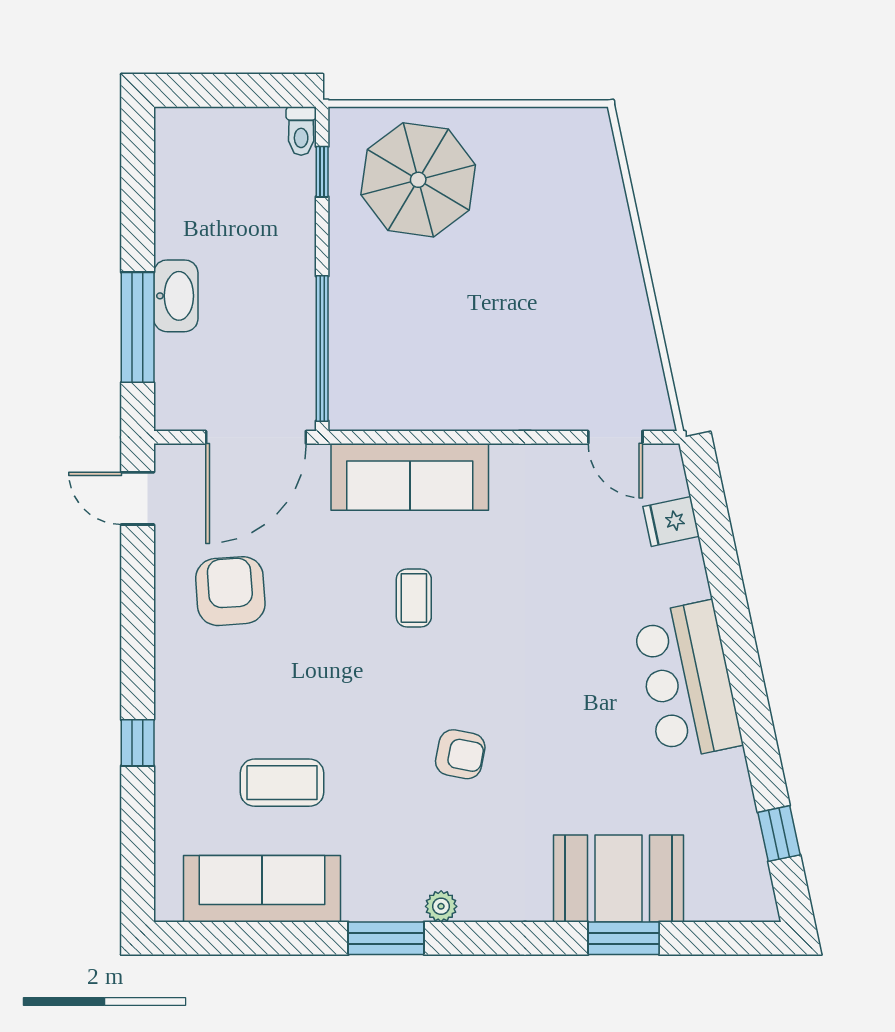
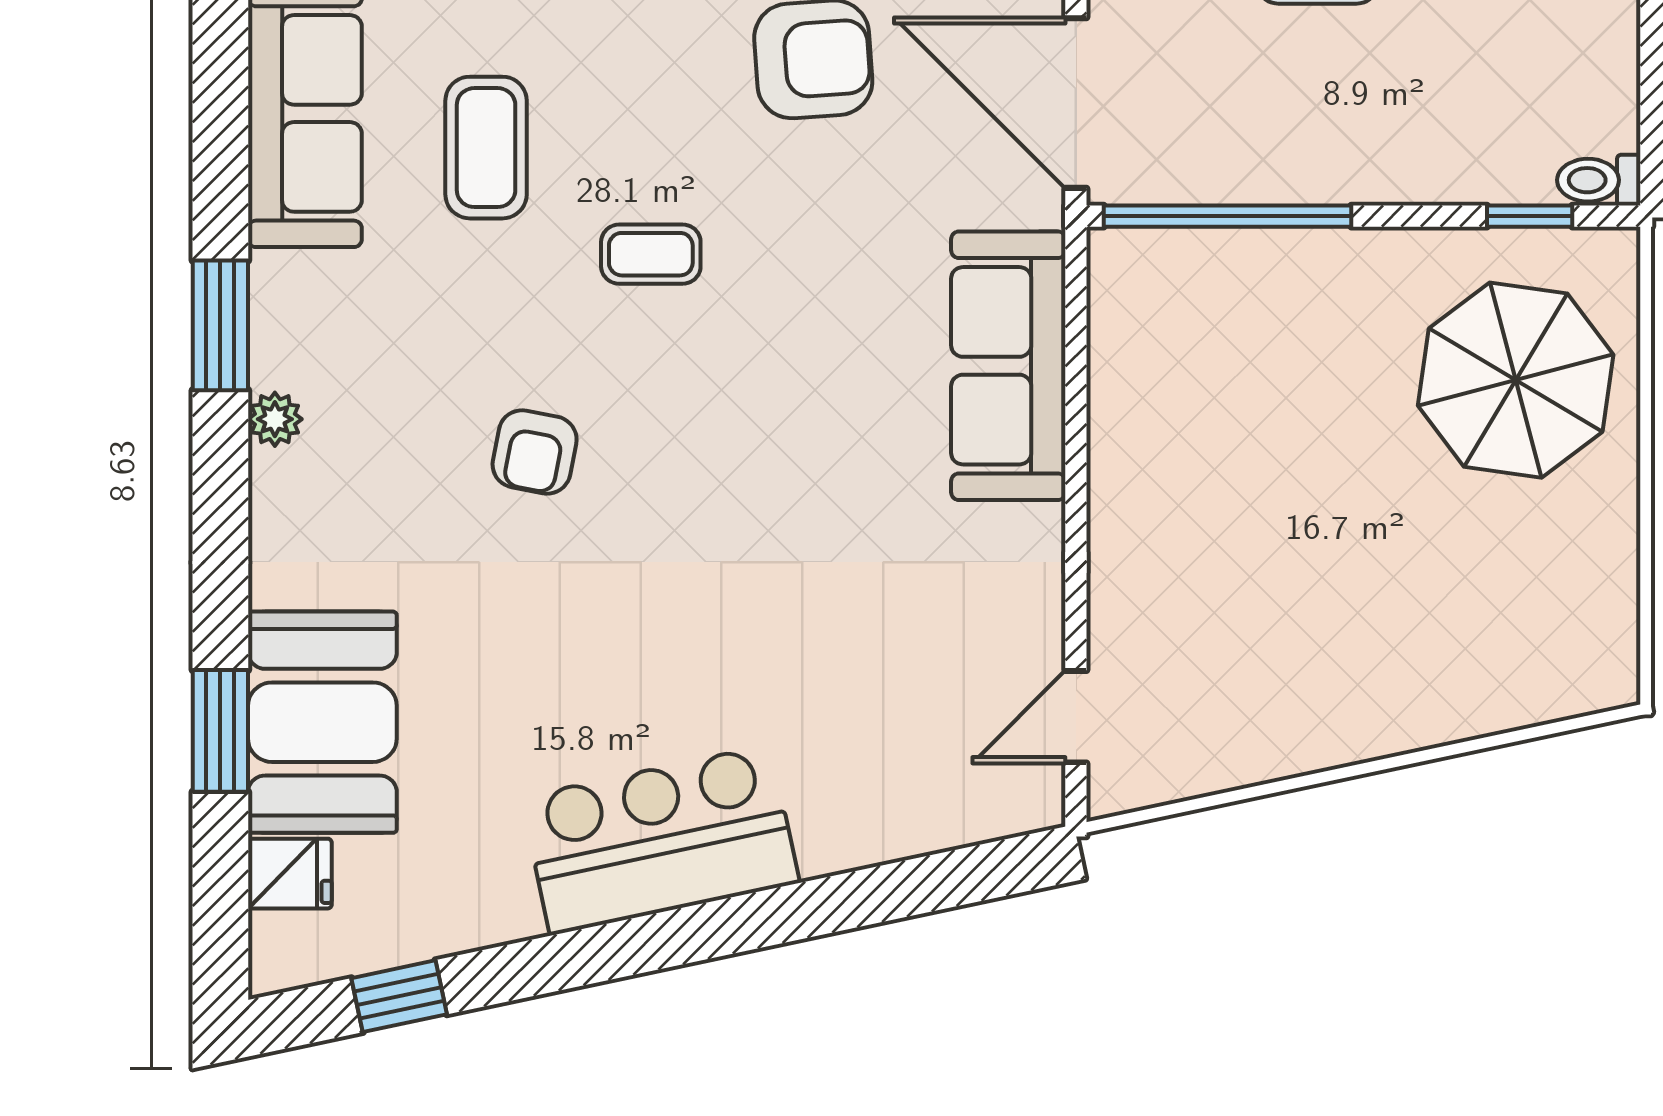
fridge: (671, 521) -> (290, 874), moved, turned 102
coffee table: (414, 598) -> (651, 254), moved

